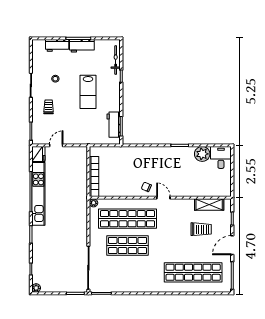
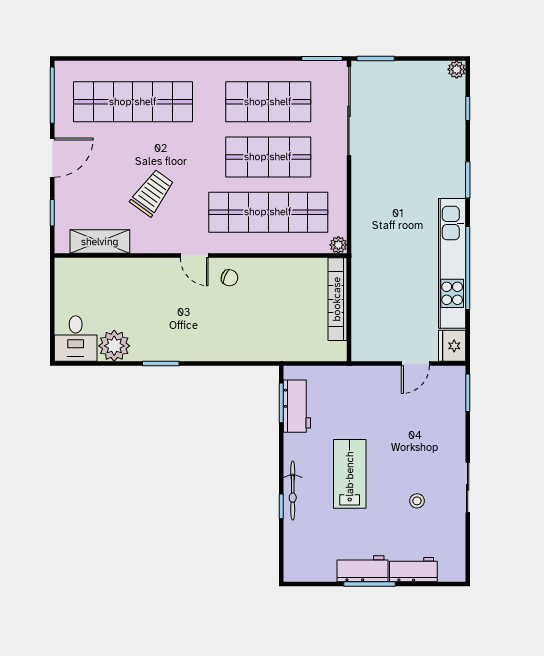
bicycle: (116, 60) -> (293, 491), moved
trolley: (49, 107) -> (431, 443), removed
trolley: (201, 229) -> (152, 193), moved, turned 126
shop shelf: (127, 272) -> (268, 102), added

